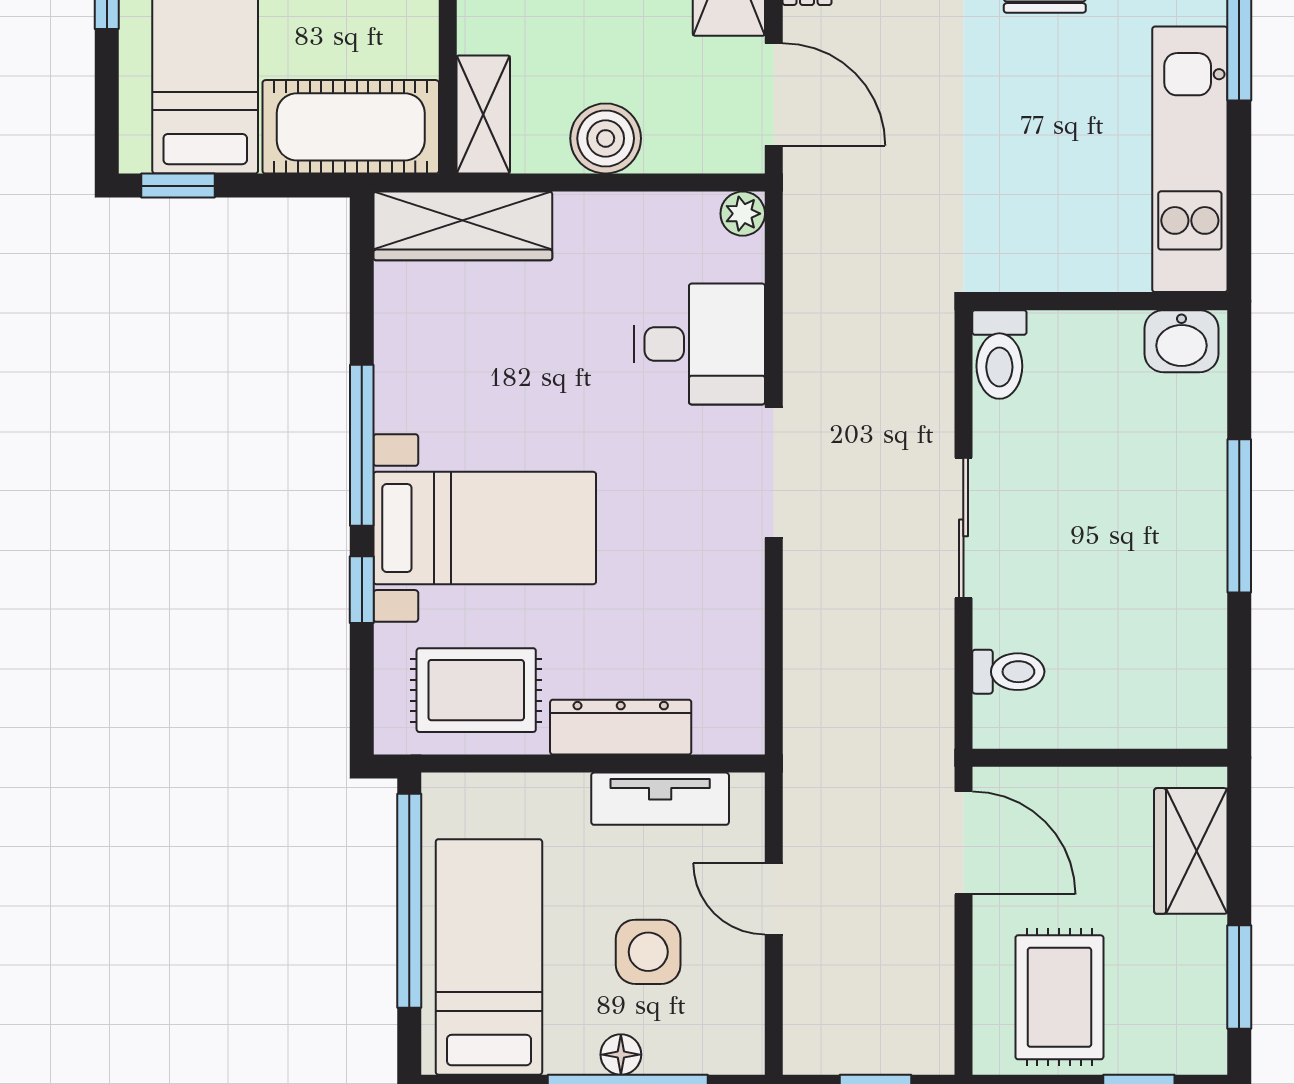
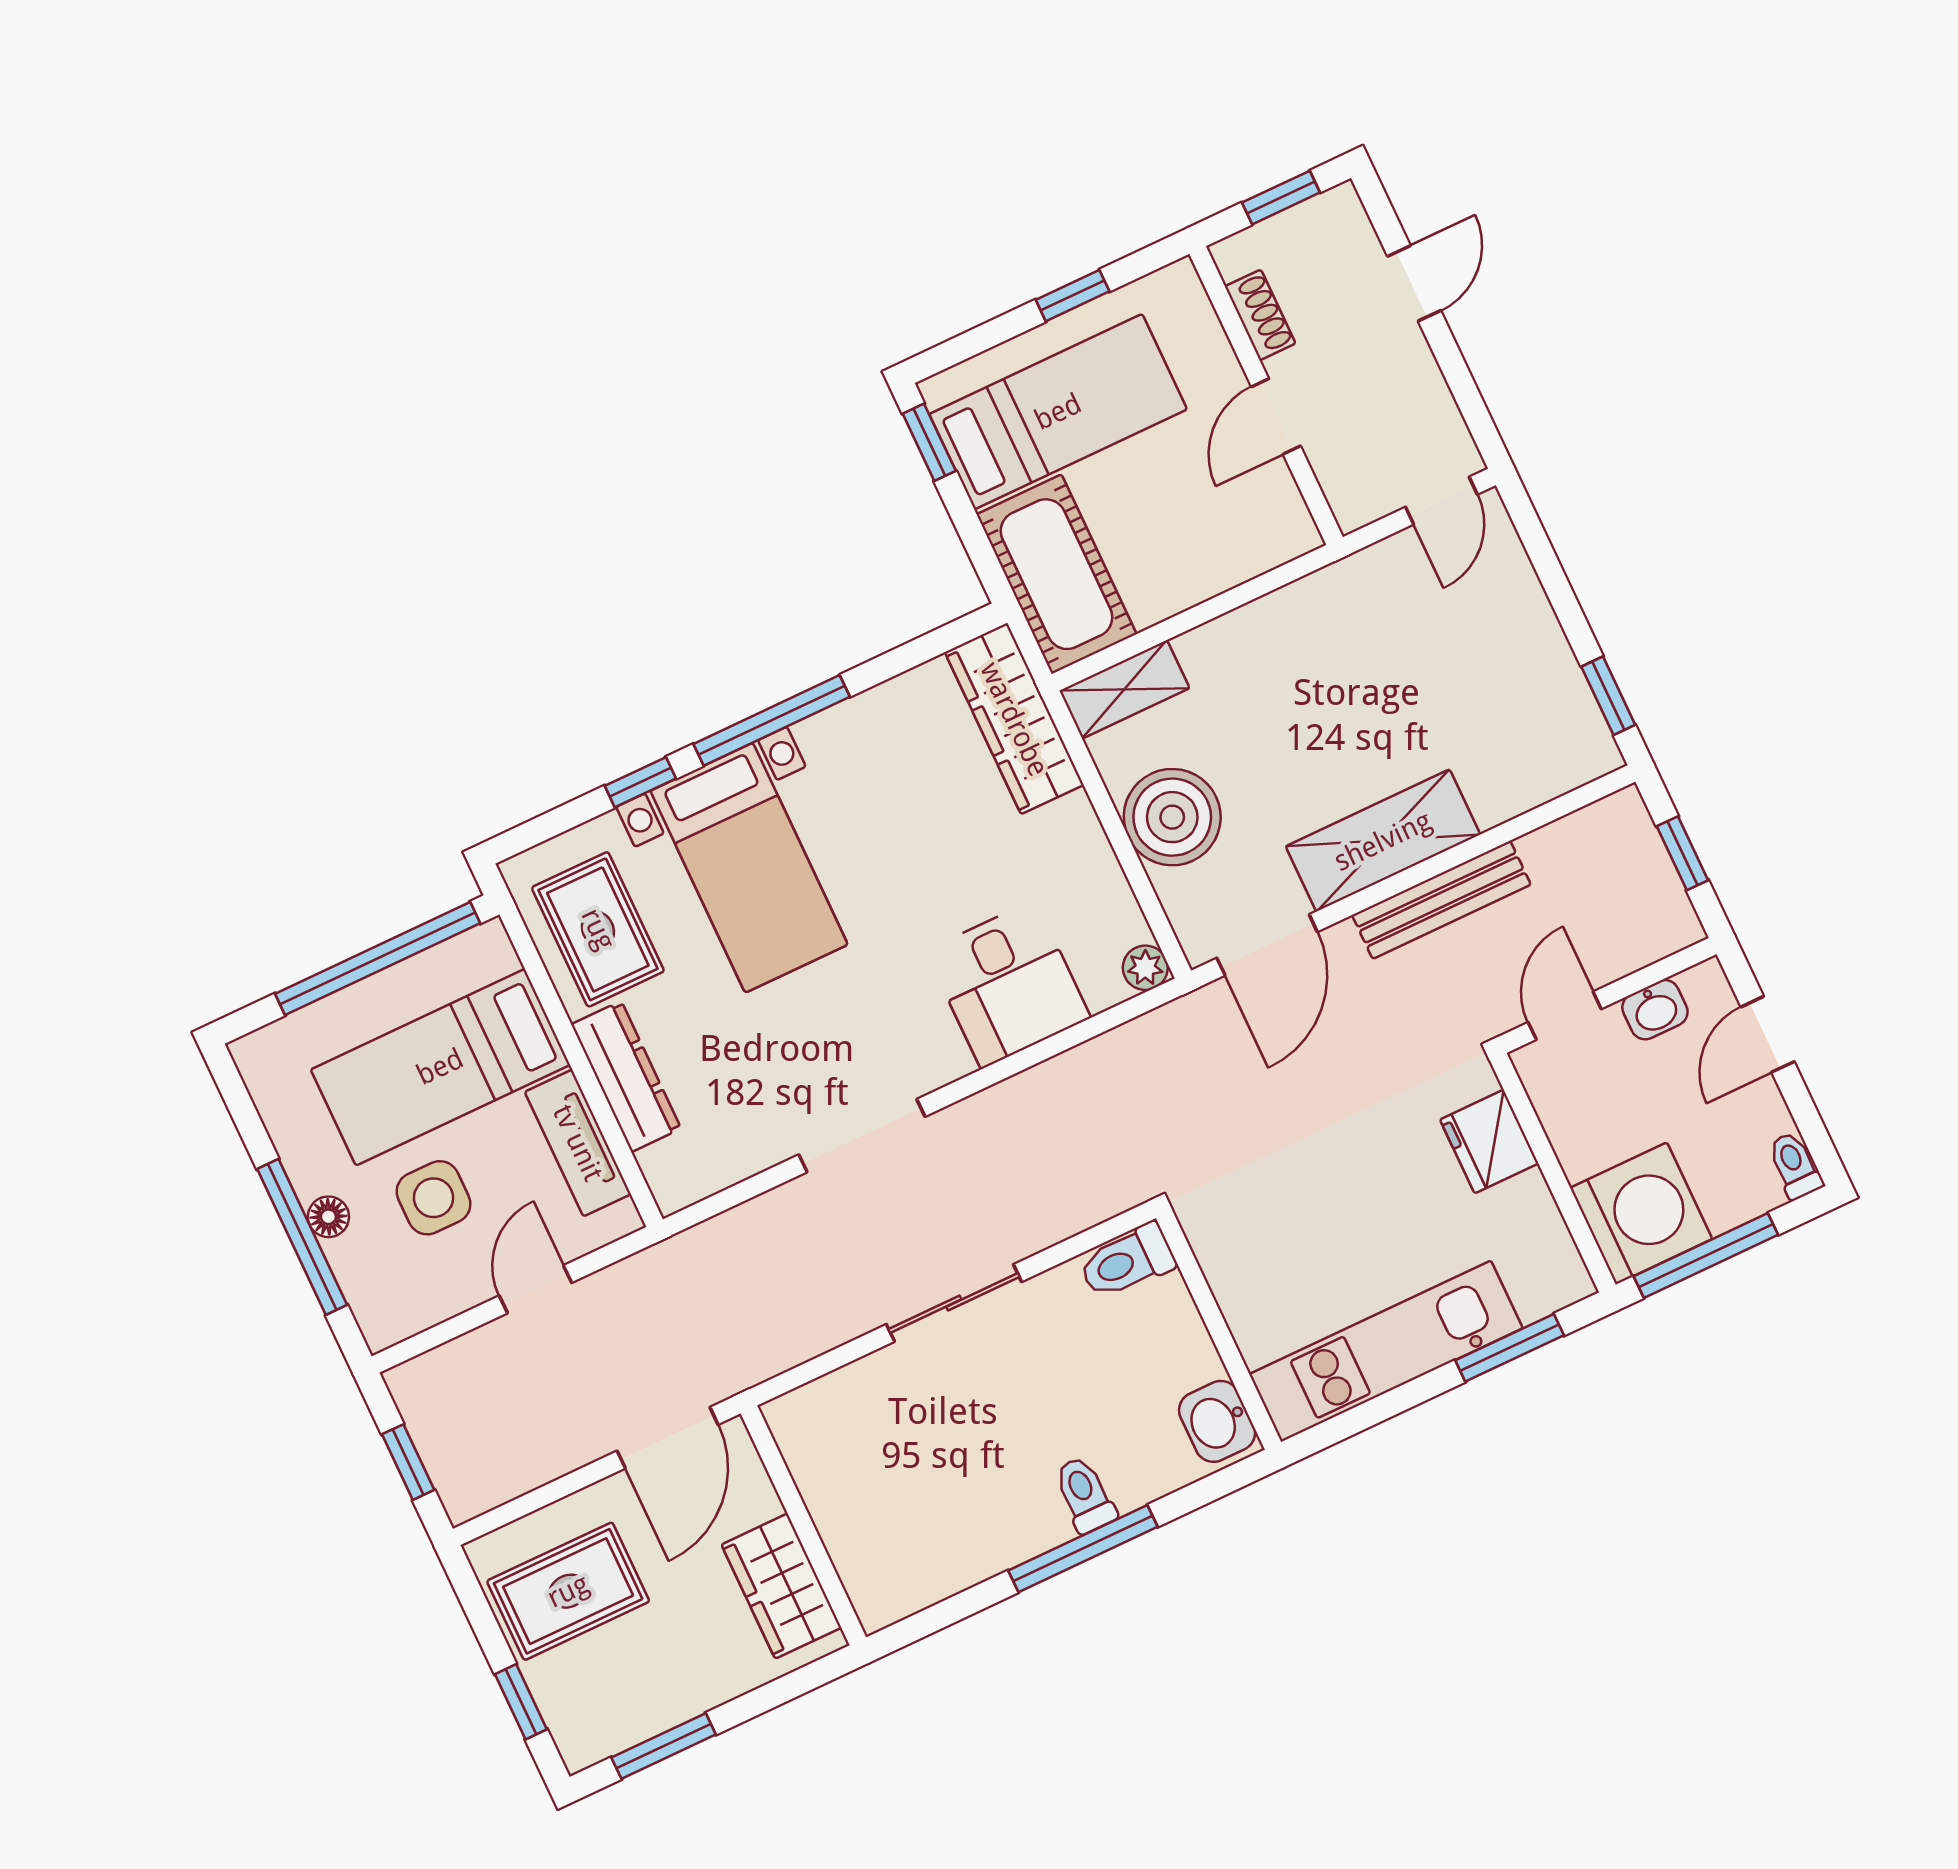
boiler: (606, 138) -> (1172, 817), width x1.37, depth x1.37
doorway: (774, 473) -> (862, 1136), moved
toilet: (1008, 672) -> (1085, 1495), moved, turned 180
wardrobe: (1191, 851) -> (781, 1586), moved, turned -90
bed: (489, 957) -> (440, 1067), moved, turned 180

